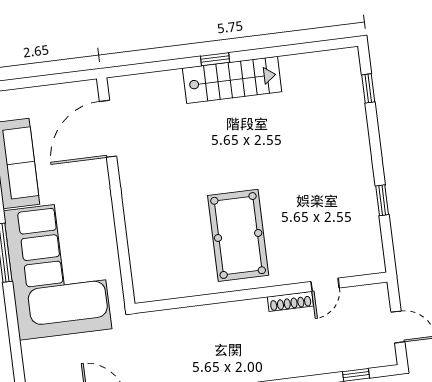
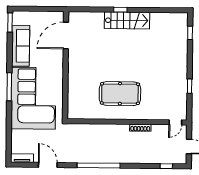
pool table: (238, 235) -> (120, 94), turned 90
door: (325, 285) -> (175, 122), moved

